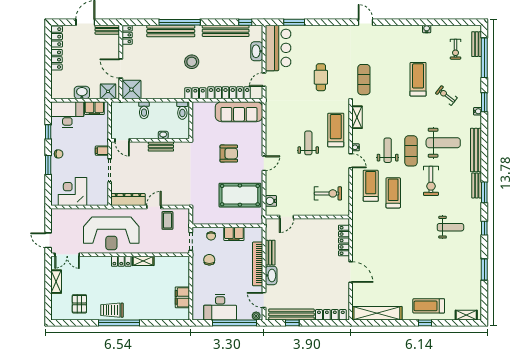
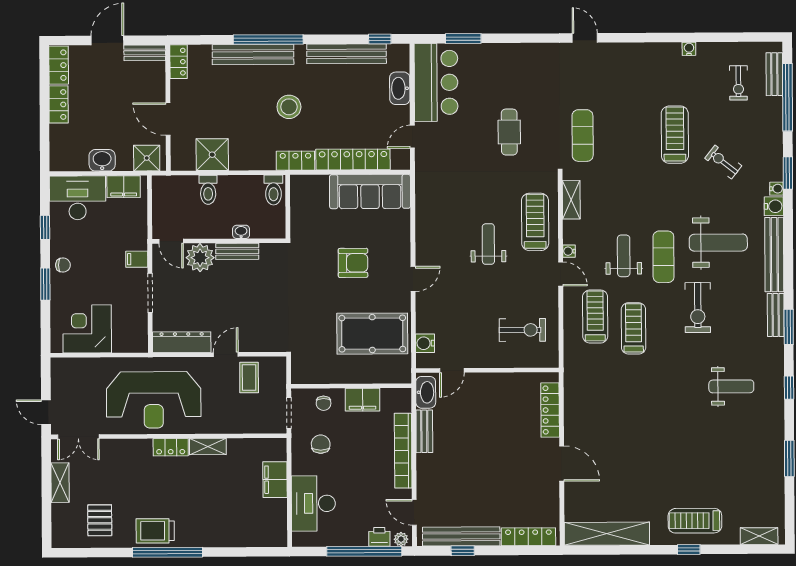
shower: (131, 90) -> (212, 155), moved
water cooler: (476, 122) -> (774, 206), added
plant: (139, 150) -> (200, 258), added
washbasin: (271, 275) -> (426, 392), moved
filing cabinet: (182, 297) -> (275, 480), moved
desk: (220, 307) -> (313, 503), moved, turned 90
printer: (243, 314) -> (379, 537), added

